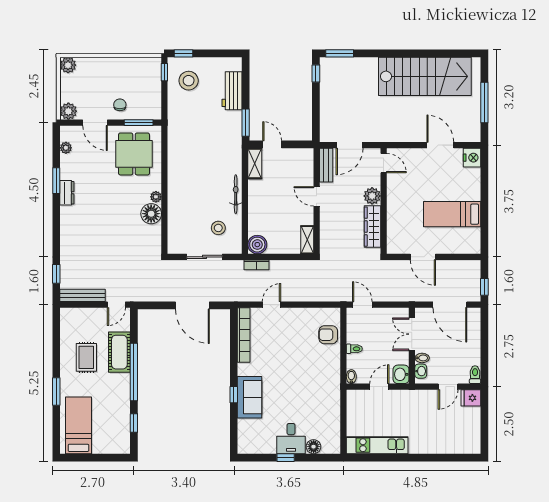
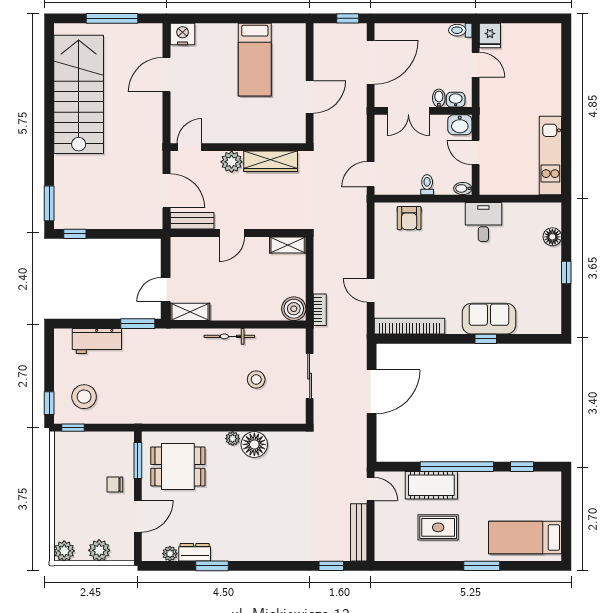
plant: (68, 111) -> (99, 550), moved
dresser: (67, 193) -> (195, 552), moved
stool: (218, 228) -> (256, 379), moved
desk: (291, 439) -> (483, 222), moved, turned -90

